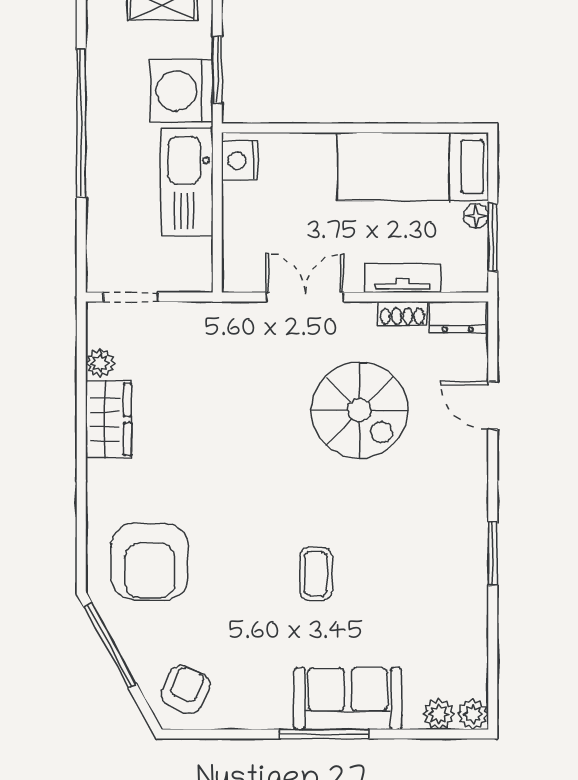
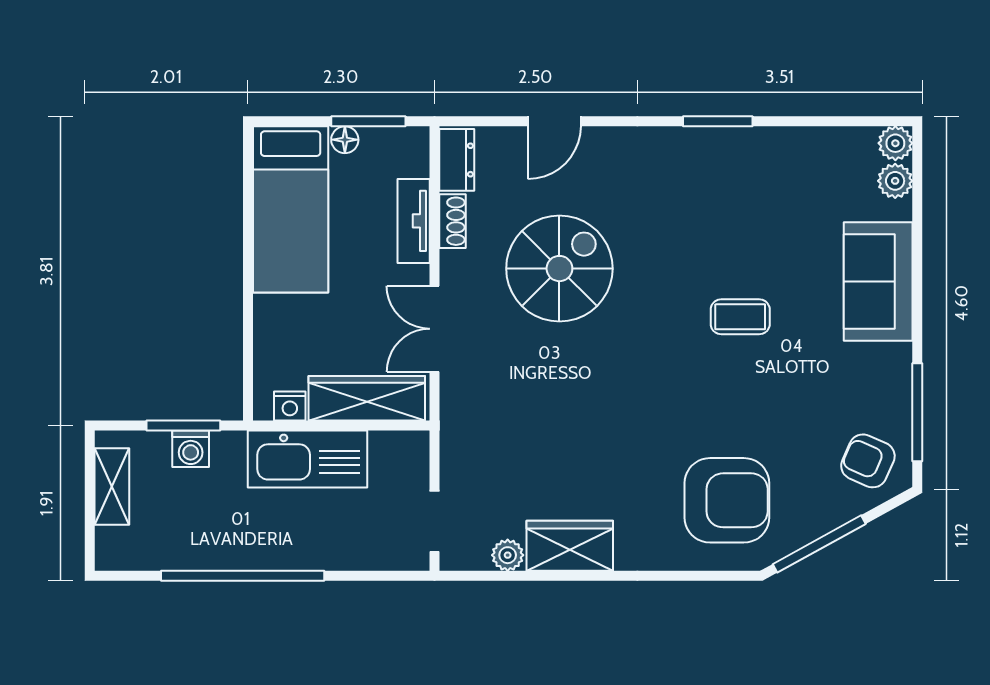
washing machine: (181, 91) -> (191, 449), width x0.53, depth x0.53
nightstand: (240, 160) -> (290, 406), width x0.72, depth x0.74
wardrobe: (242, 236) -> (367, 398), added
window: (324, 734) -> (917, 412), moved

